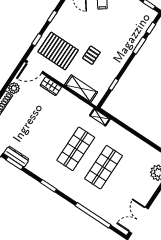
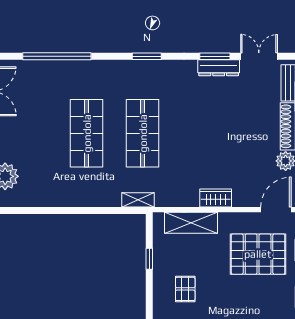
pallet: (91, 55) -> (185, 289), moved
wardrobe: (51, 86) -> (216, 198), moved

